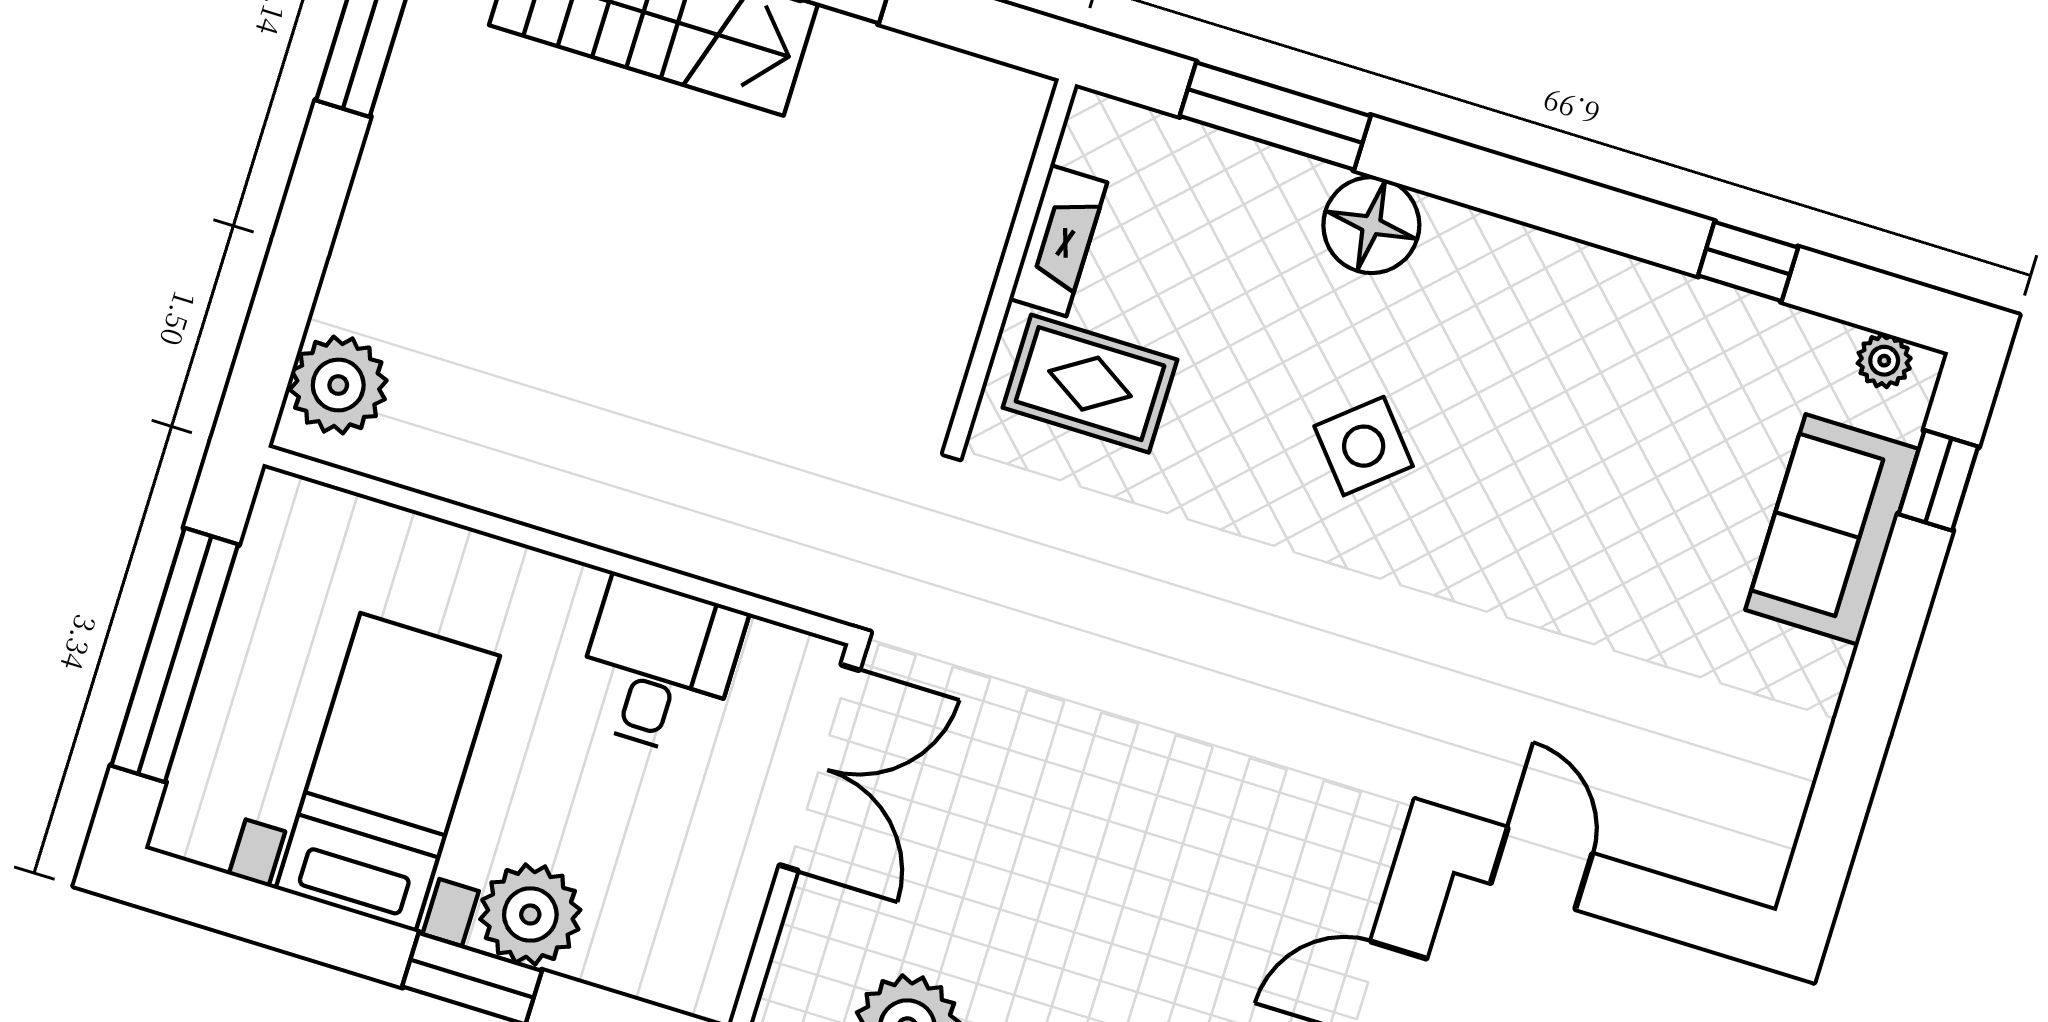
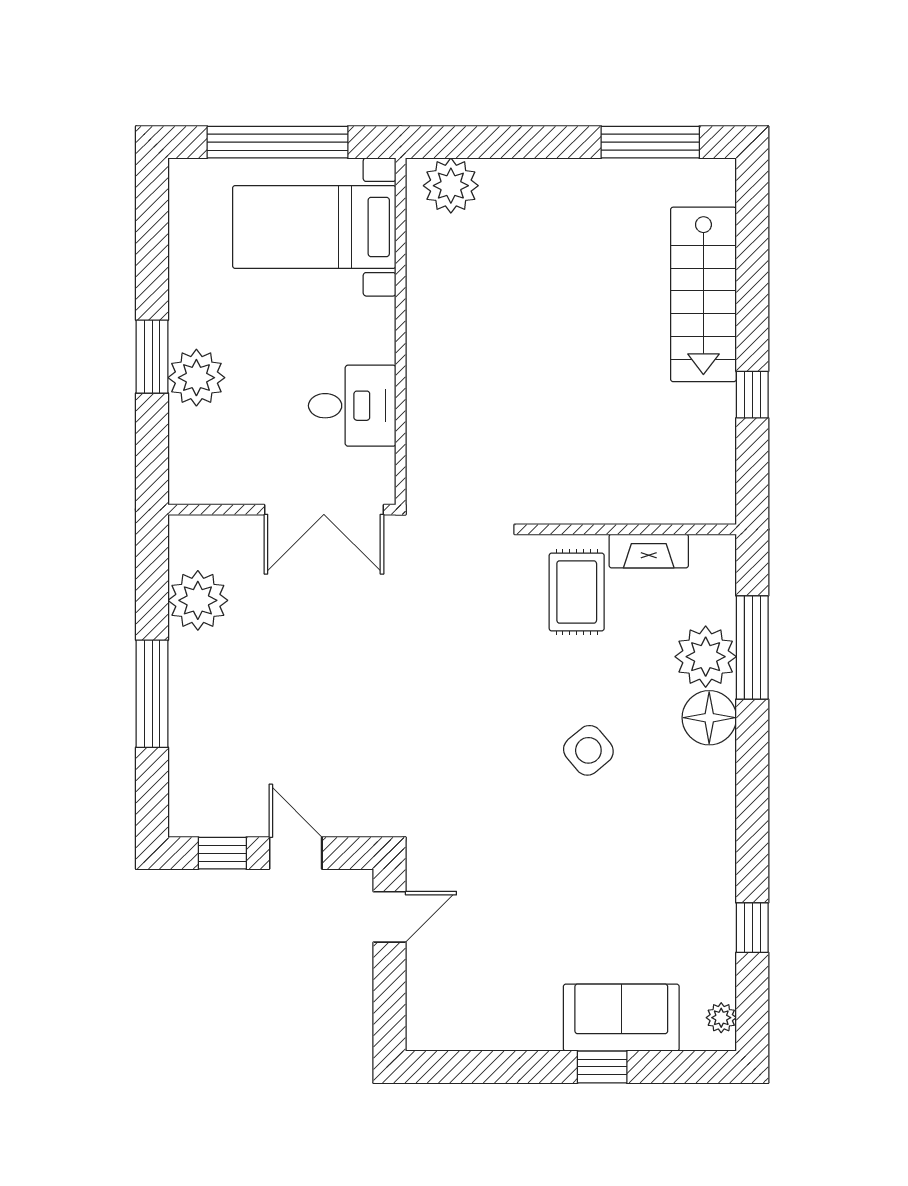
plant: (1266, 199) -> (706, 657), added
window: (1938, 480) -> (602, 1067), moved
bed with nightstands: (388, 772) -> (314, 227), moved, turned 180

